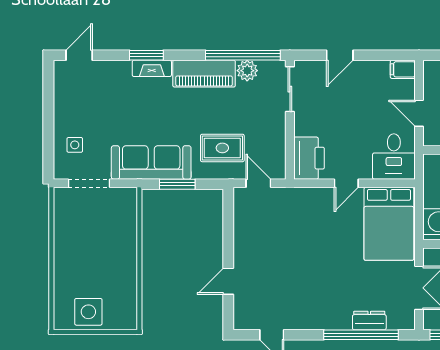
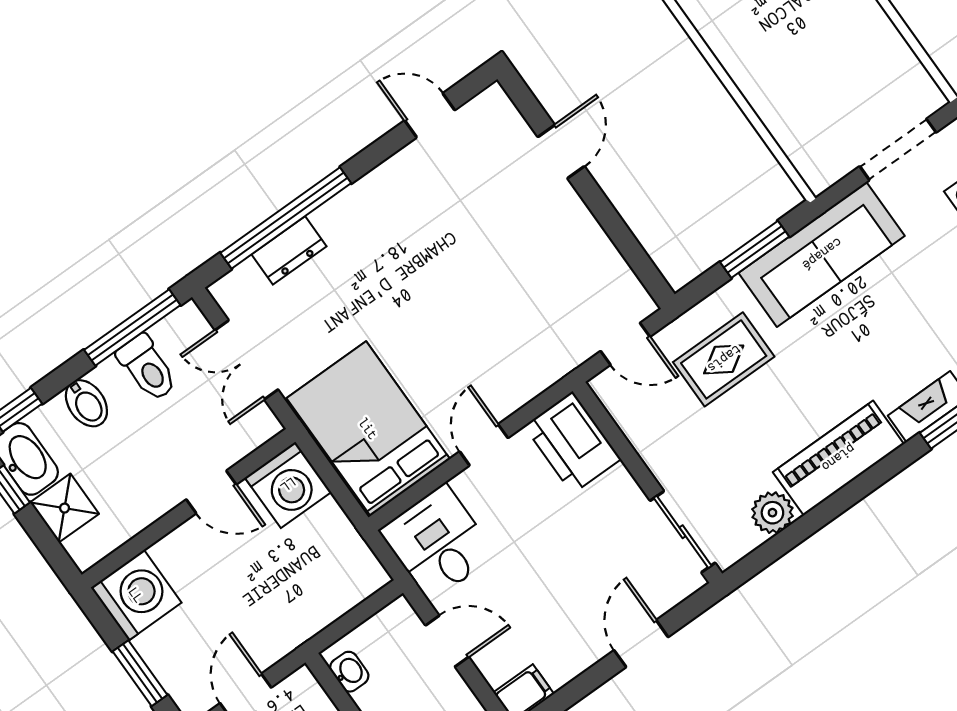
window: (243, 55) -> (797, 532), removed

